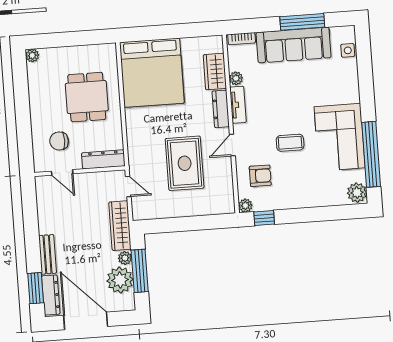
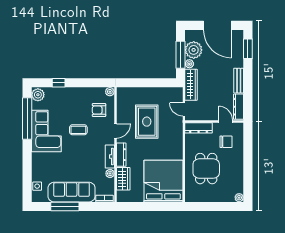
window: (264, 218) -> (59, 83), moved
bench: (48, 254) -> (239, 81), moved
dresser: (51, 295) -> (239, 107), moved

